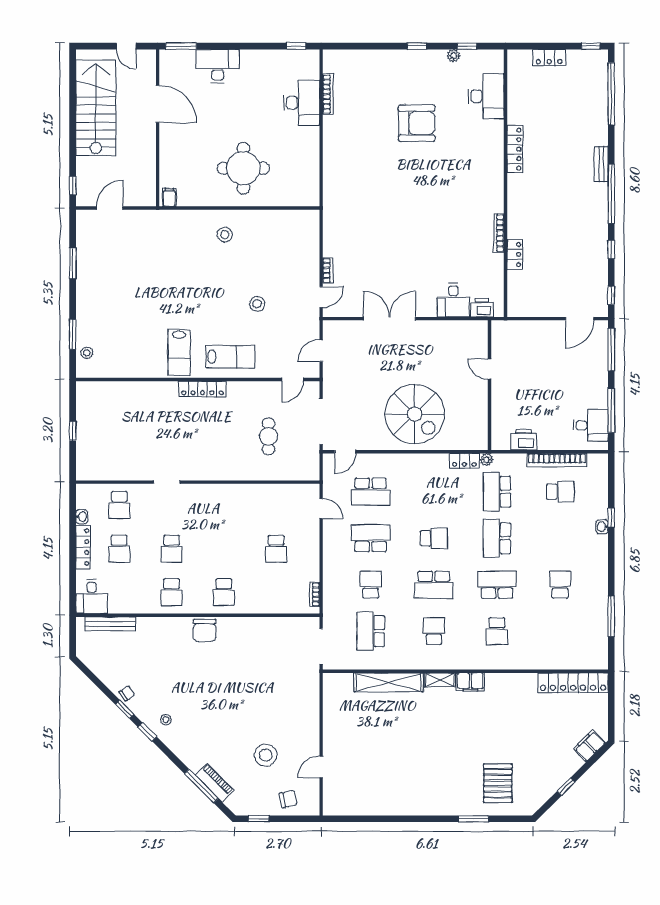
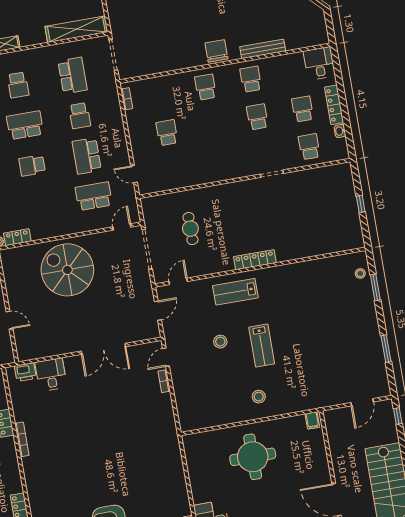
lab bench: (179, 352) -> (262, 346), moved, turned 180
school desk: (371, 538) -> (87, 156), turned 90
bench: (110, 624) -> (263, 49), moved
shelving: (388, 682) -> (76, 29), moved

